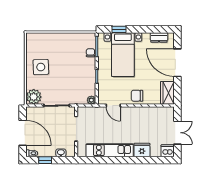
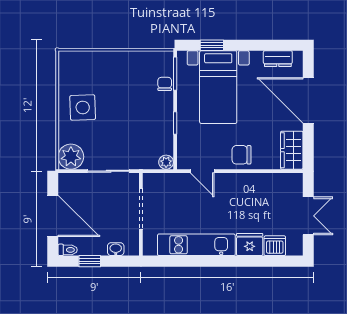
dishwasher: (168, 151) -> (275, 246), moved

